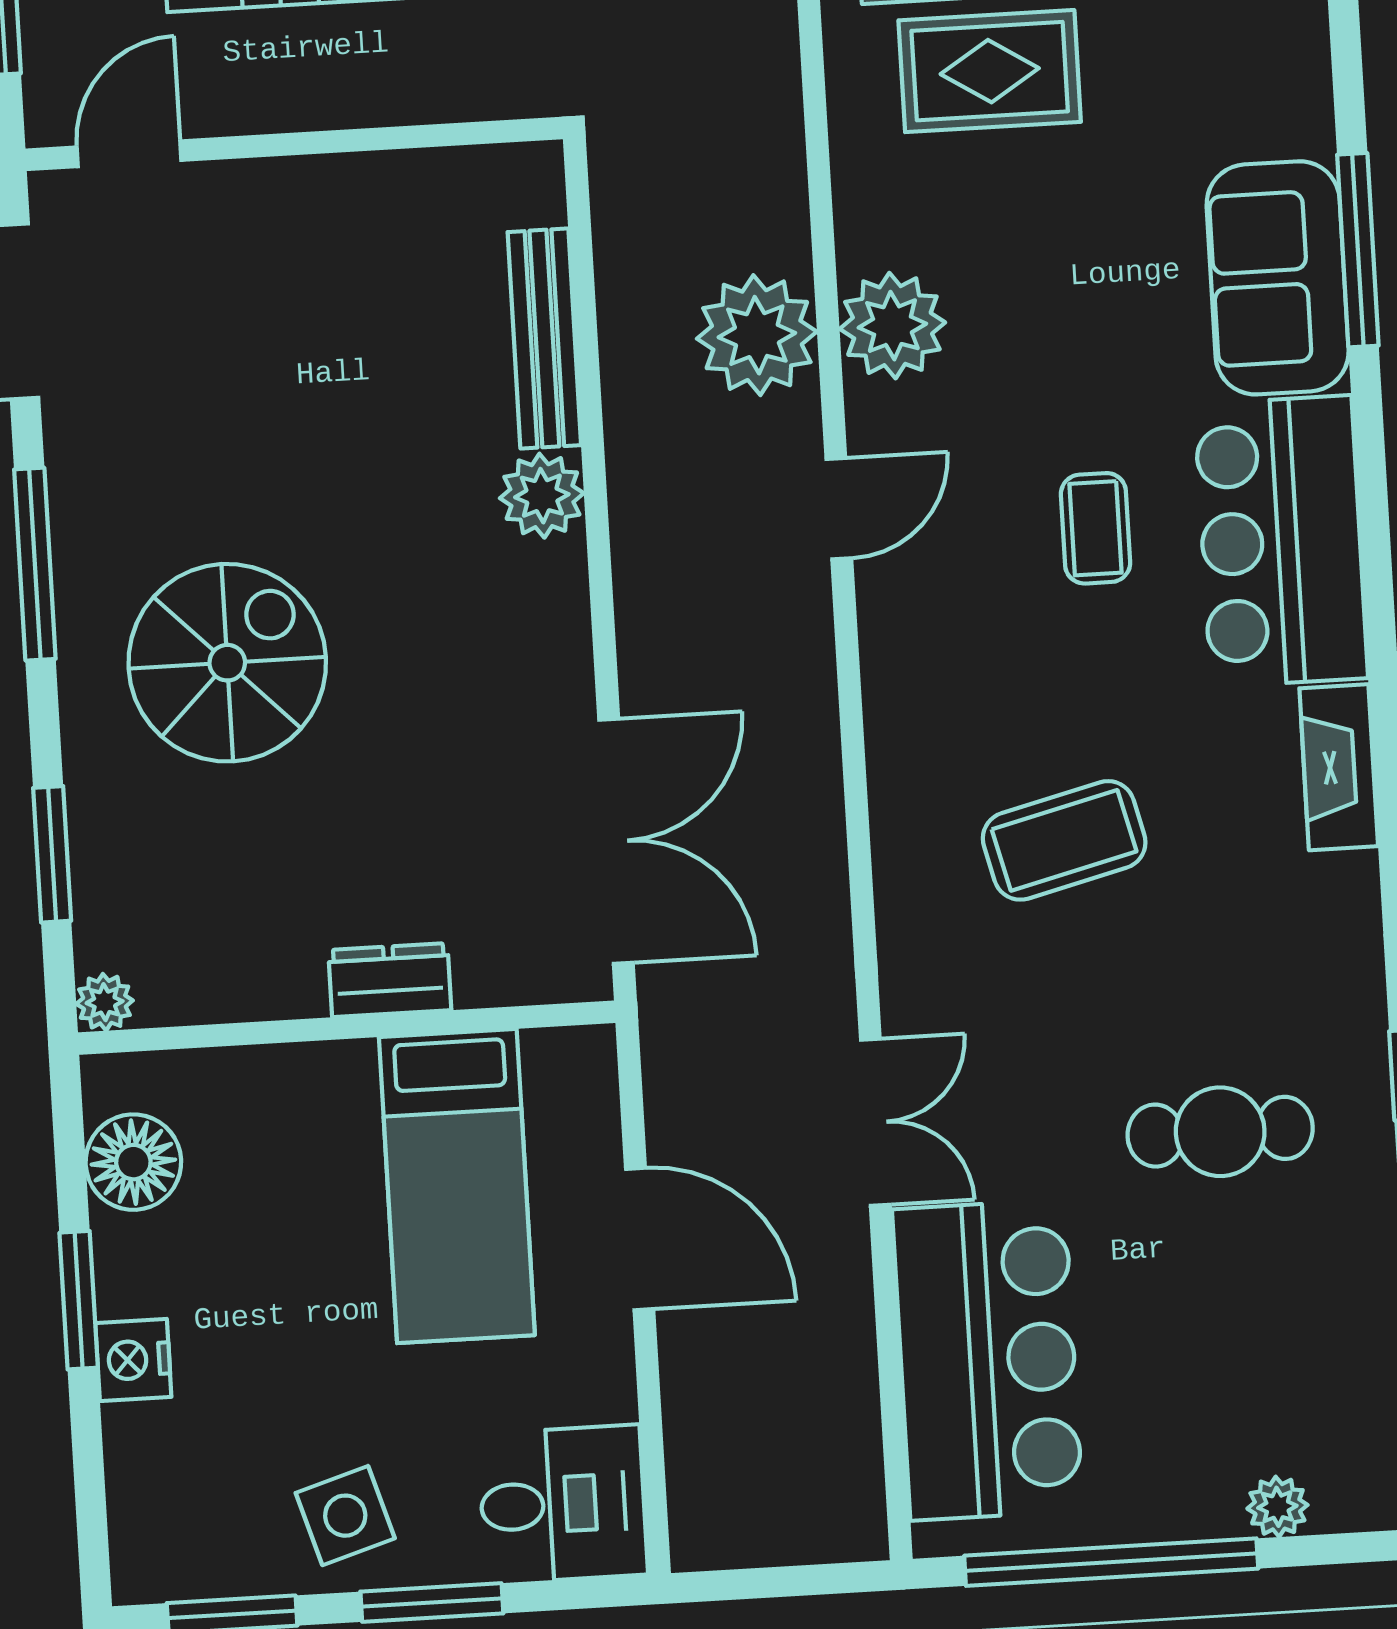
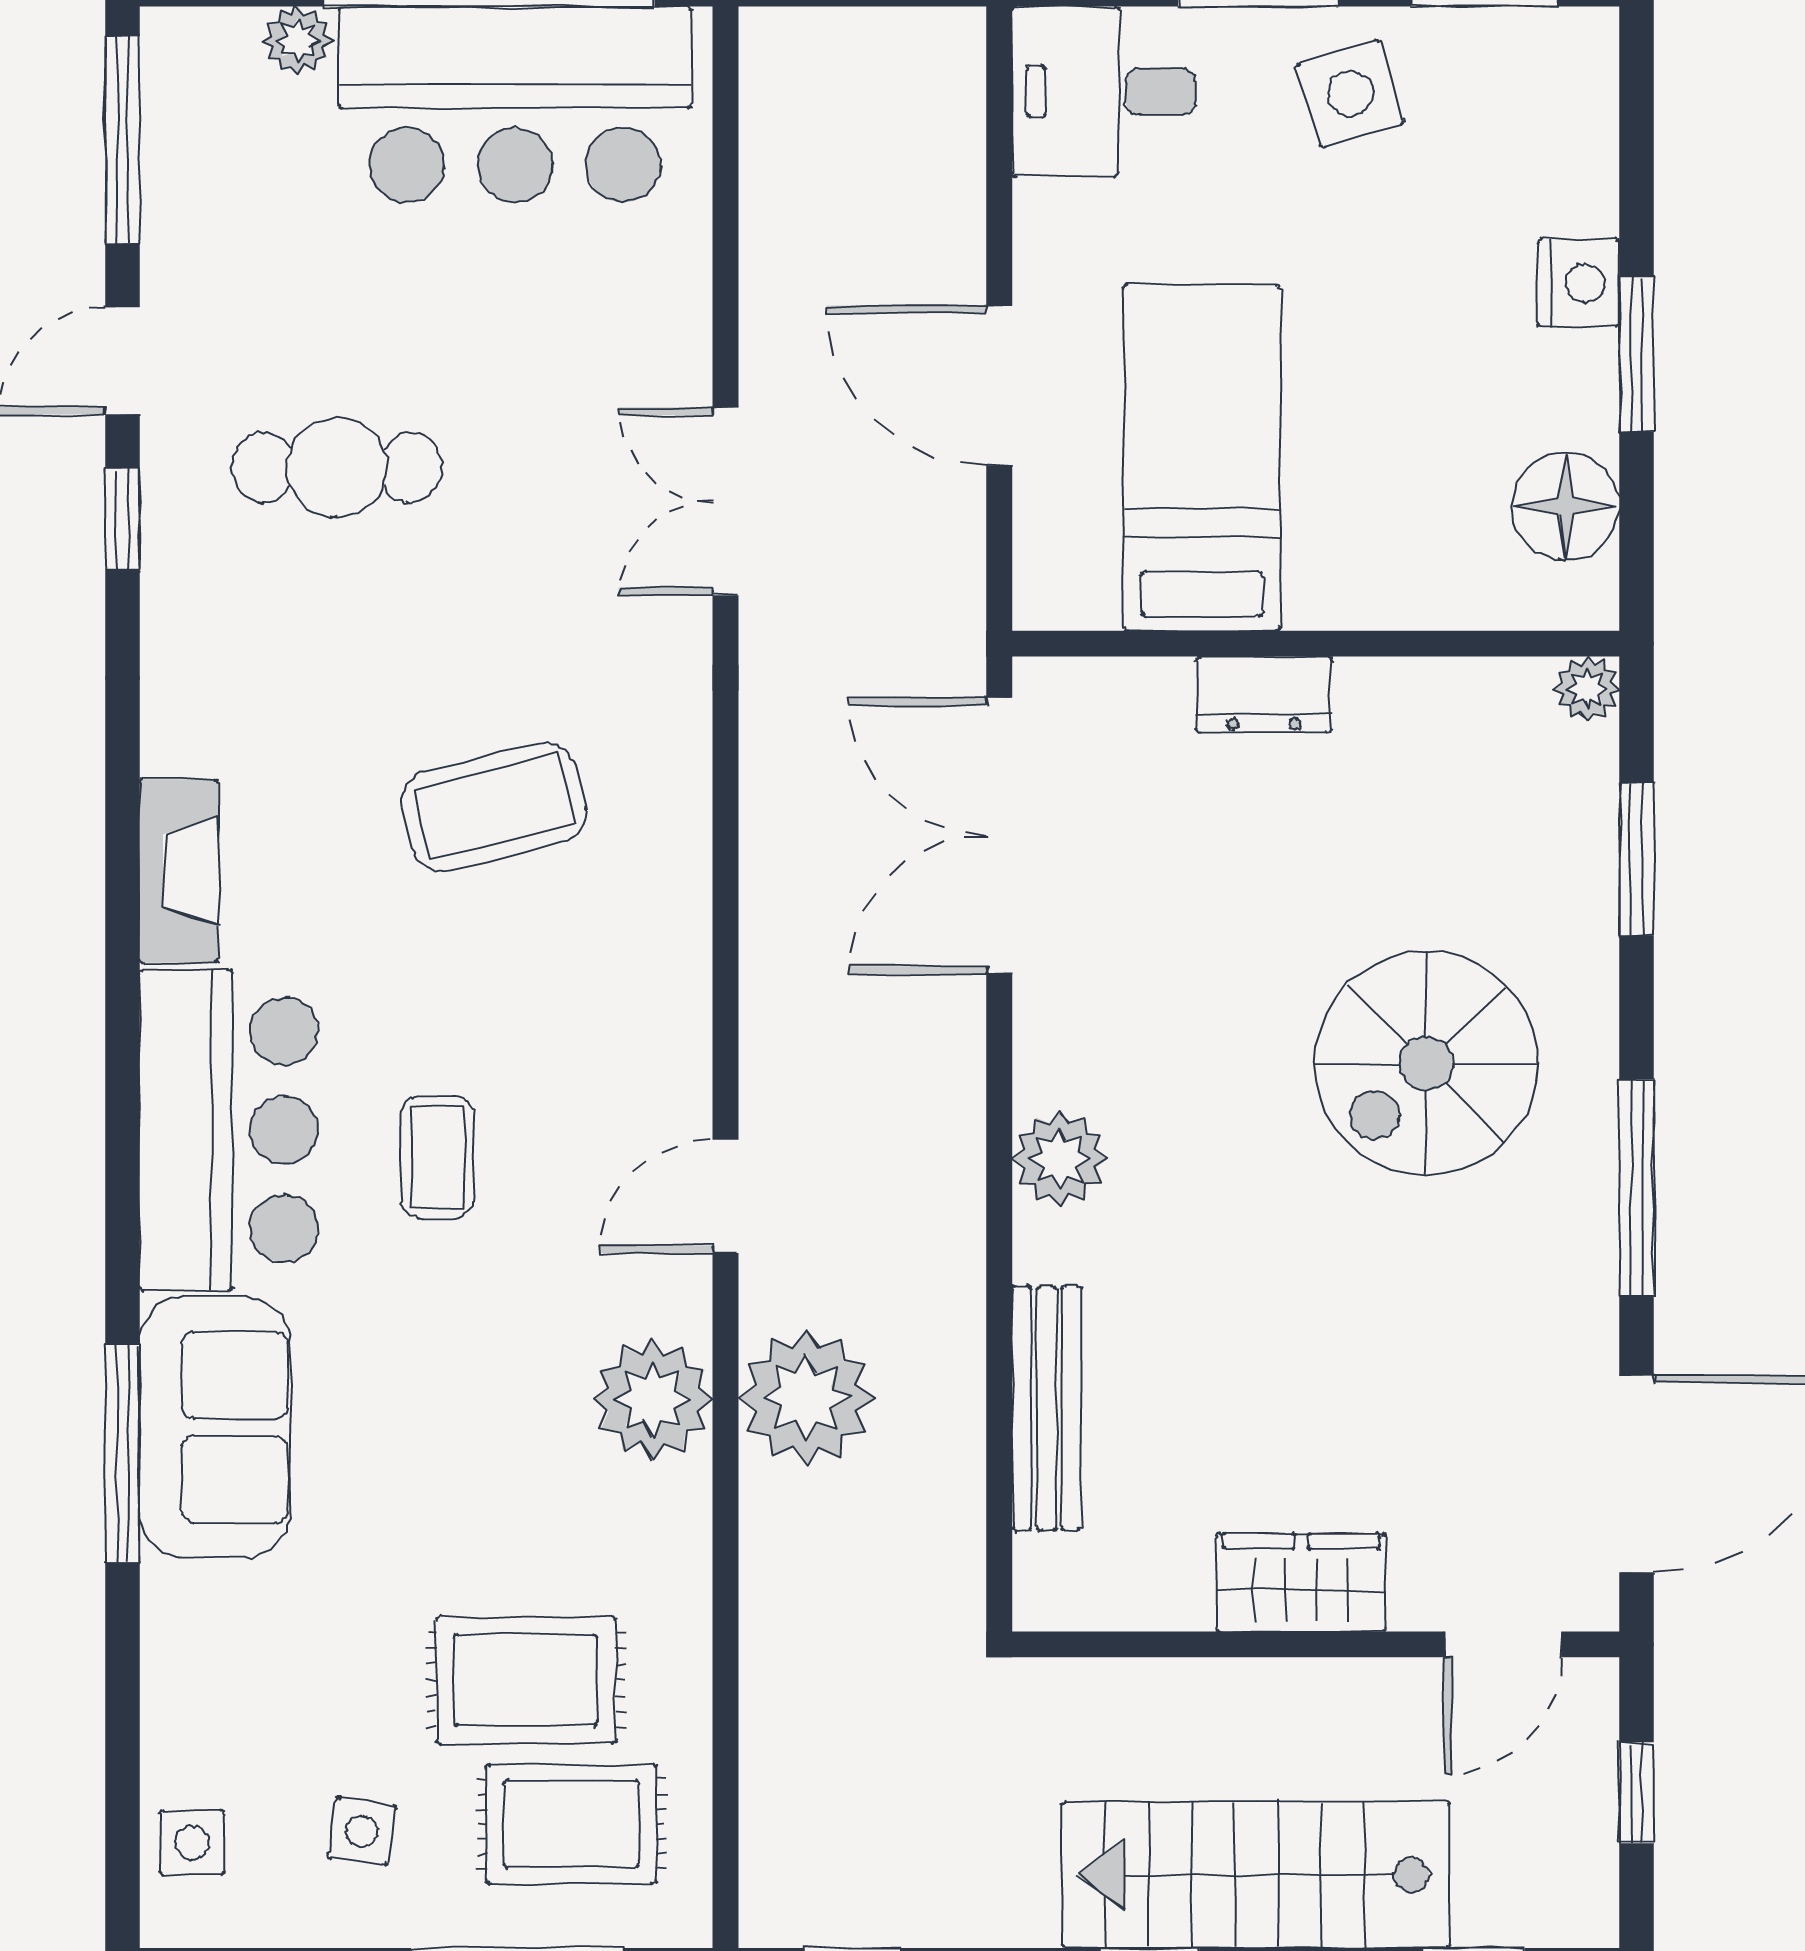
wardrobe: (310, 198) -> (1301, 1582), added
plant: (542, 496) -> (1060, 1159), moved
bar counter: (988, 1360) -> (515, 104), moved, turned -90

